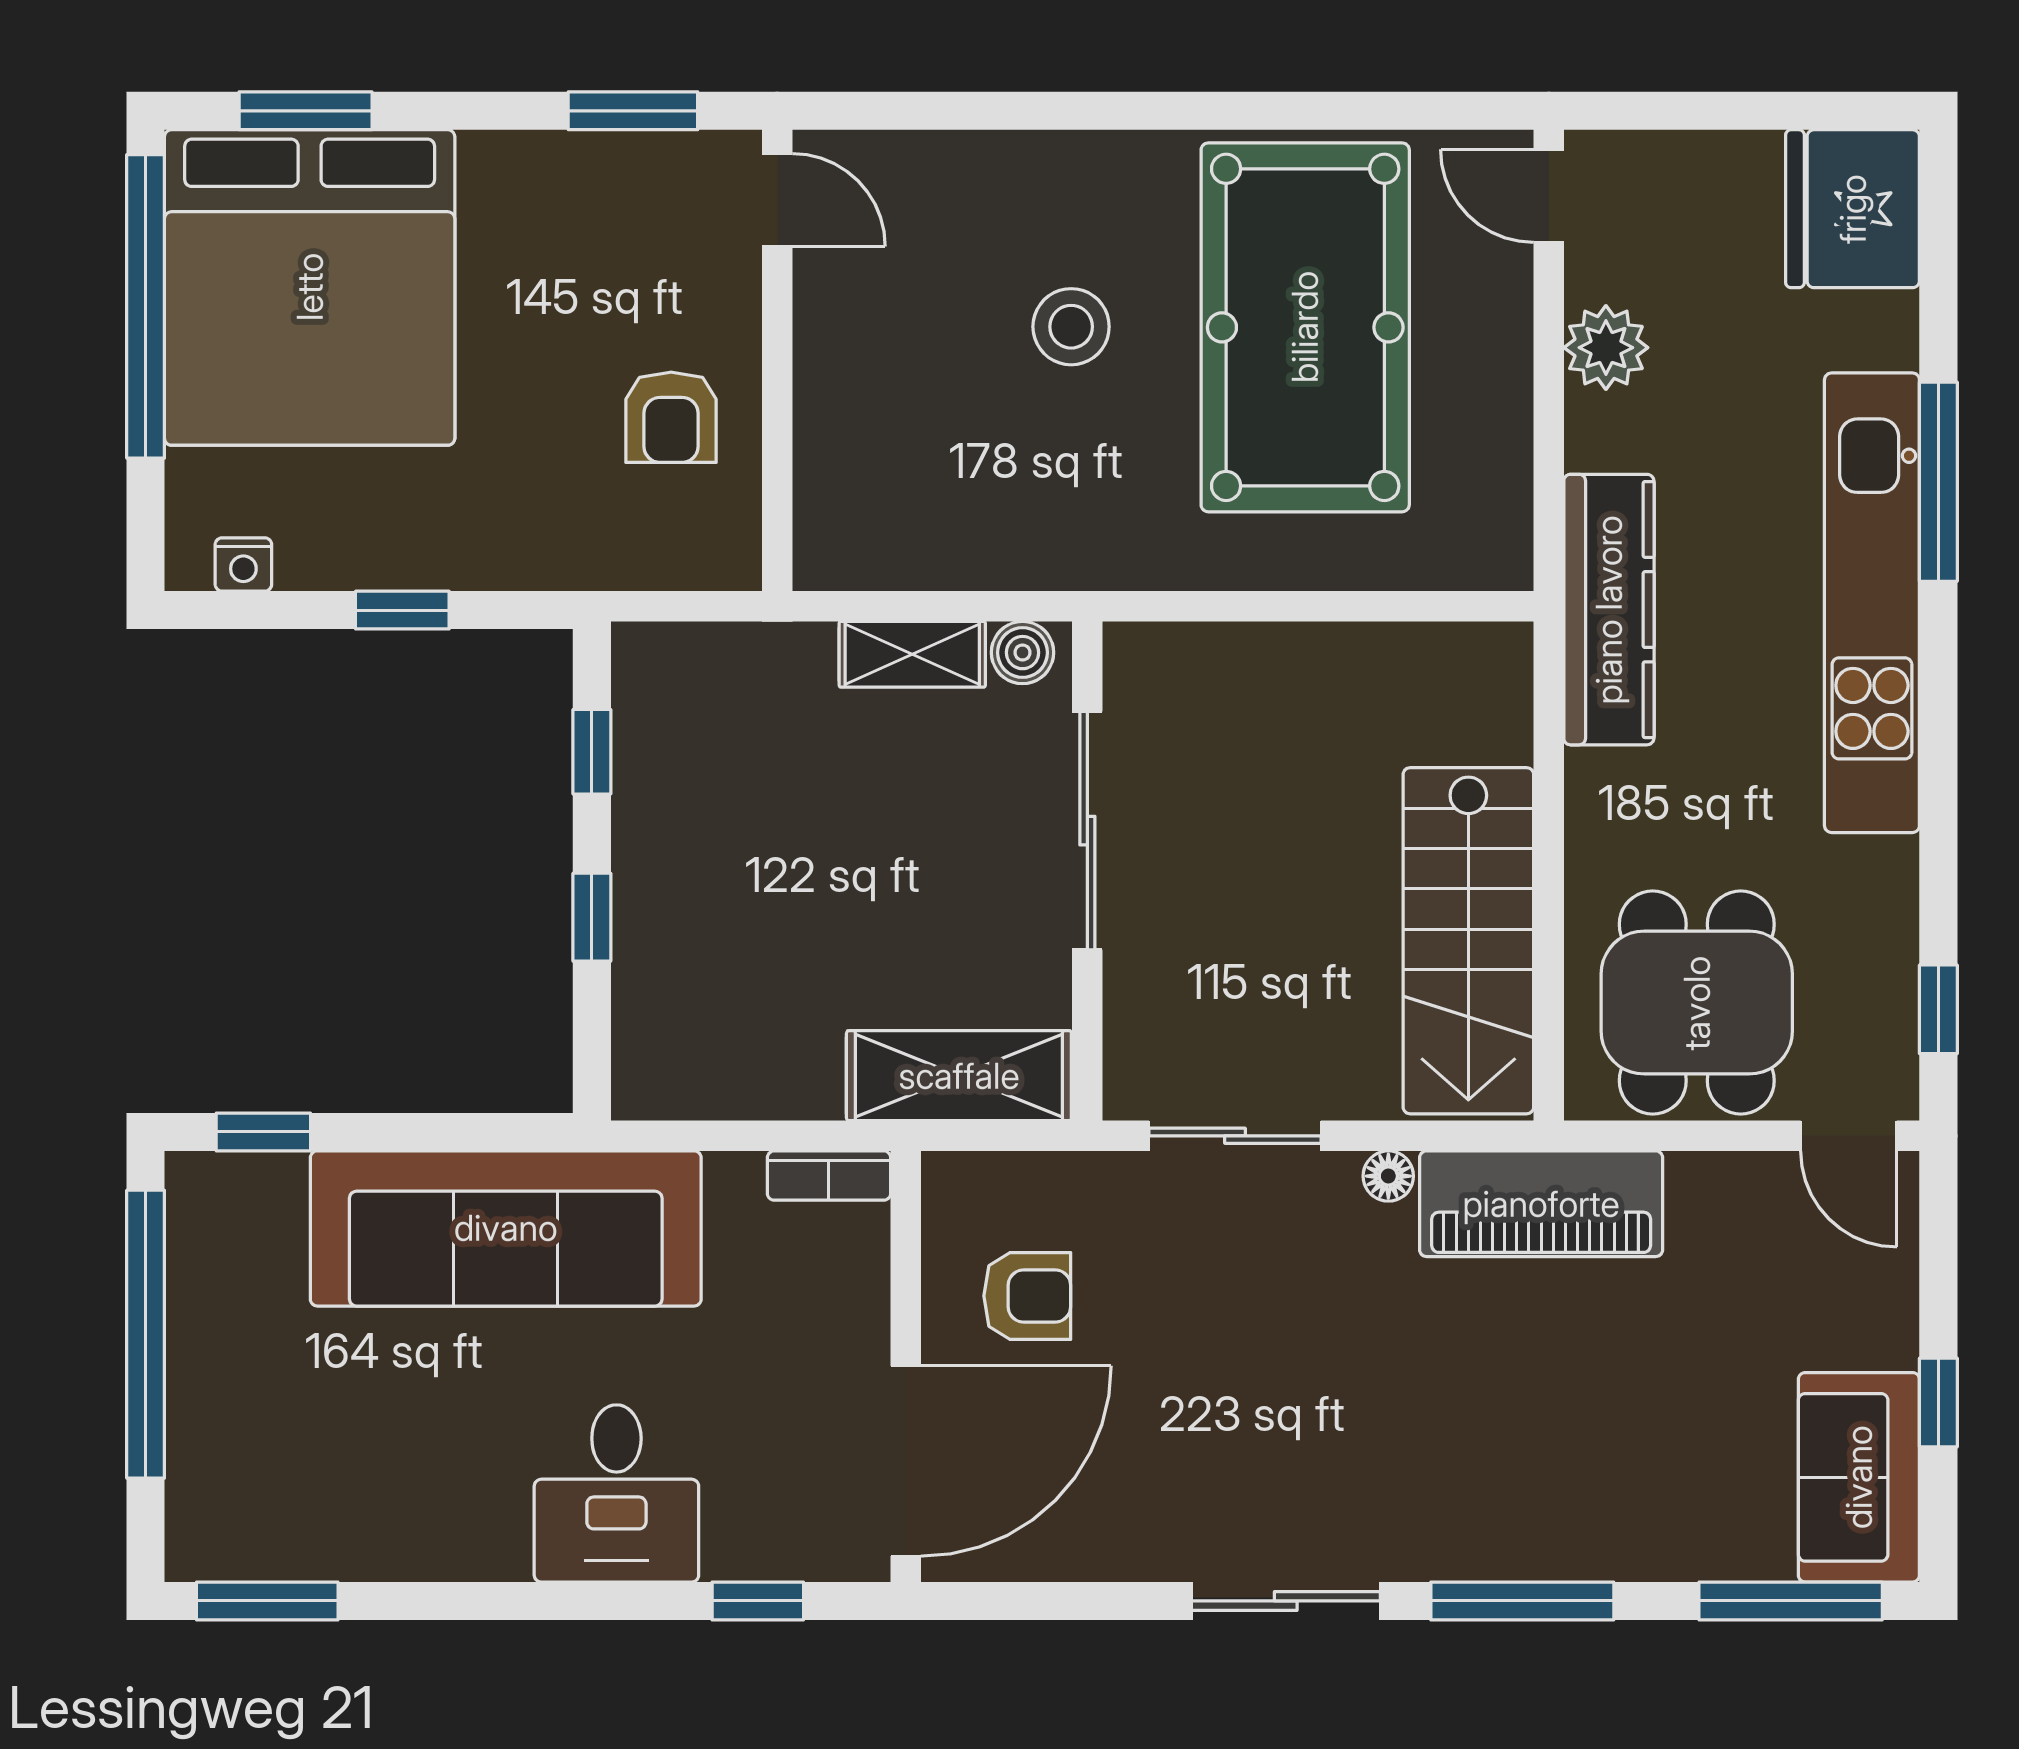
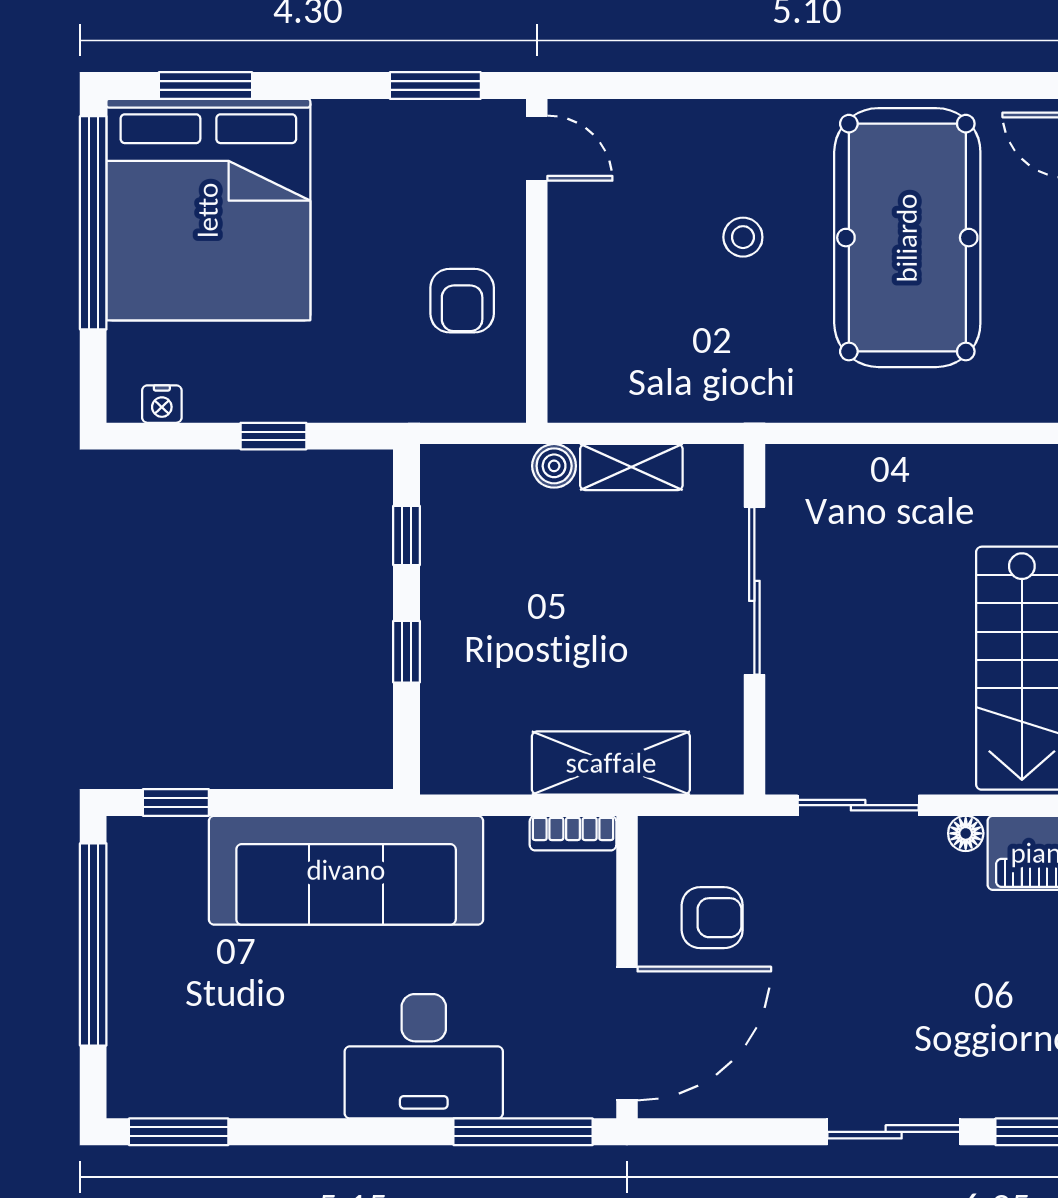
stool: (1071, 327) -> (743, 237), width x0.73, depth x0.73
boiler: (1023, 653) -> (554, 466), moved
shelving: (959, 1076) -> (611, 763), moved
desk: (616, 1493) -> (424, 1056), width x1.37
window: (758, 1601) -> (523, 1132), width x2.17

